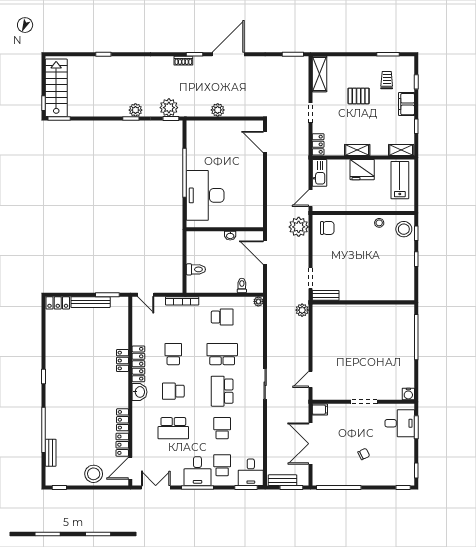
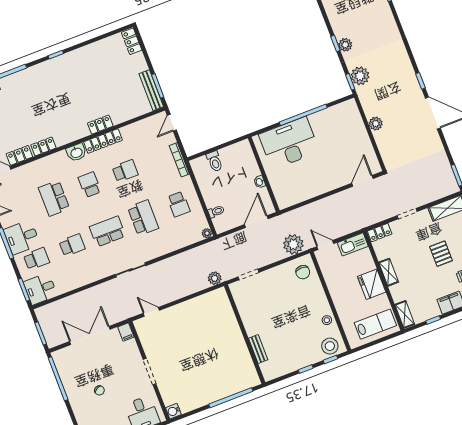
shoe rack: (183, 61) -> (410, 73), removed
bench: (326, 295) -> (258, 349), moved
bench: (91, 302) -> (151, 90), moved
bench: (283, 480) -> (44, 322), removed

